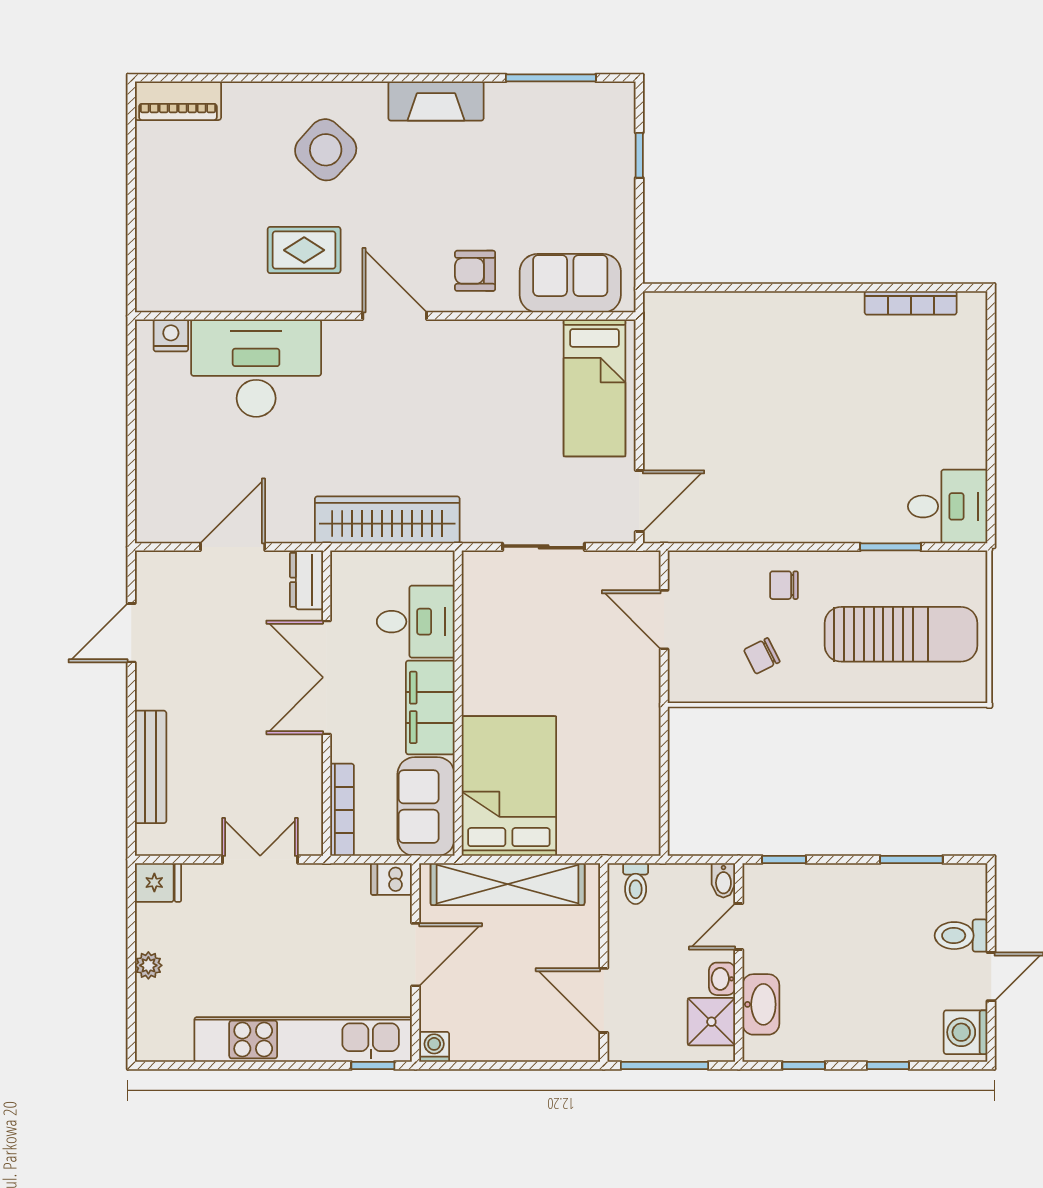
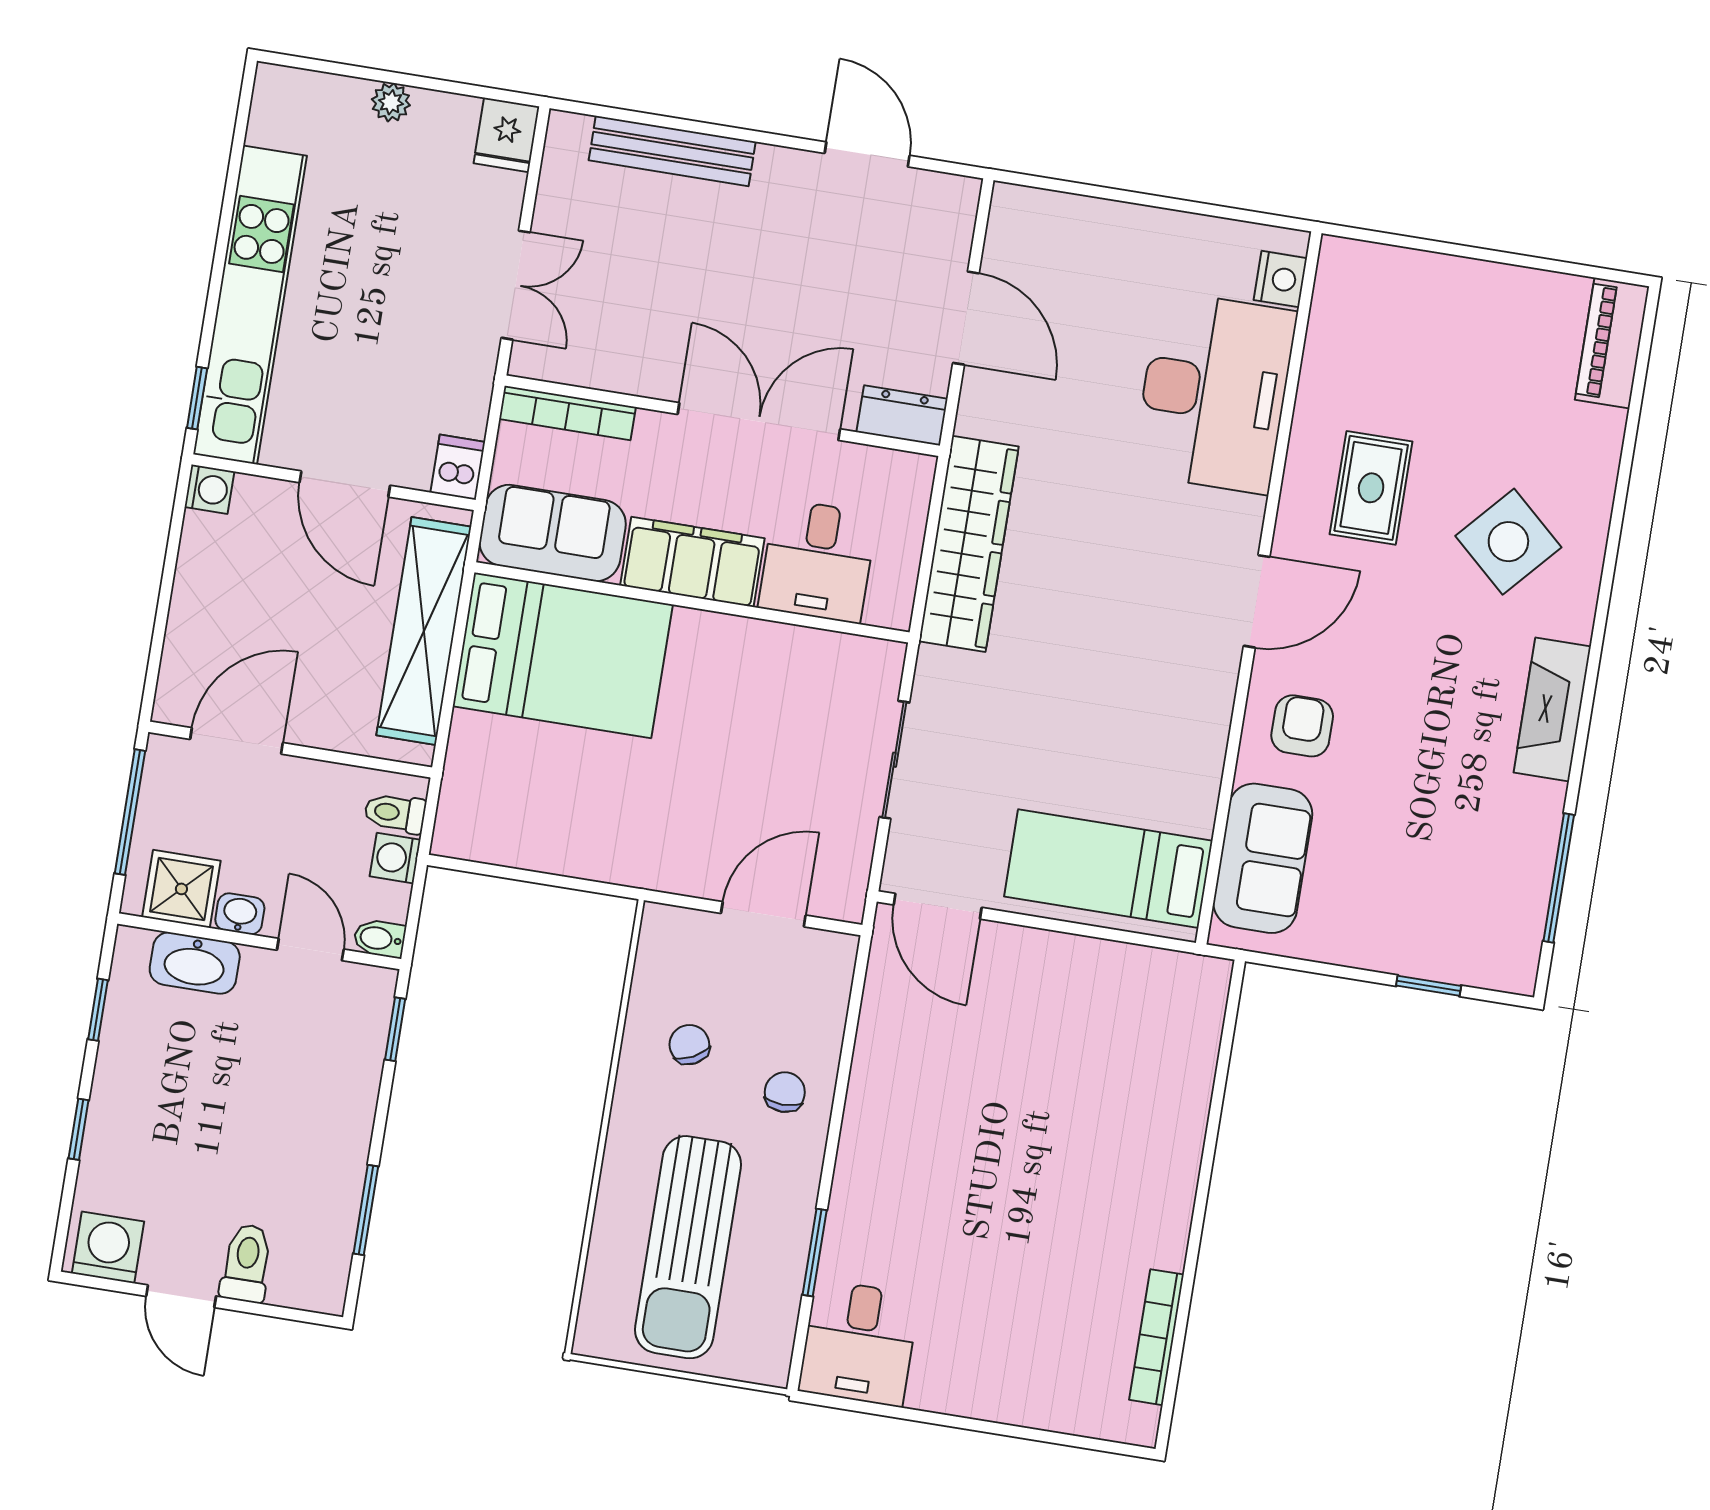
washing machine: (667, 878) -> (395, 858), added

